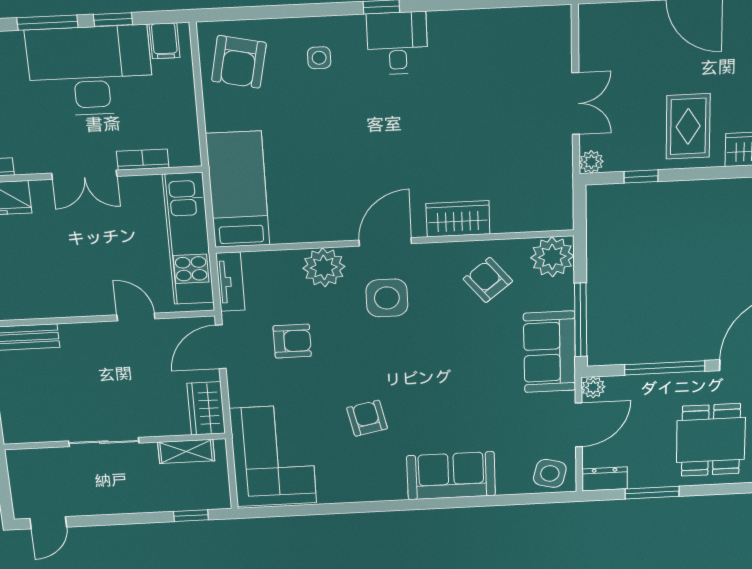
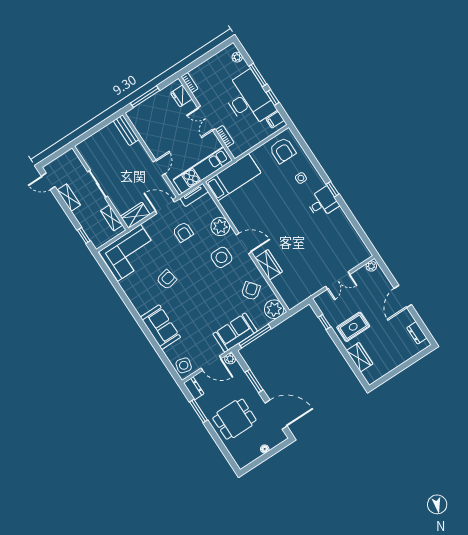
armchair: (239, 62) -> (283, 150), turned -102
plant: (591, 162) -> (371, 266), moved
window: (665, 368) -> (254, 381), width x0.69
shelving: (101, 504) -> (69, 197), added

